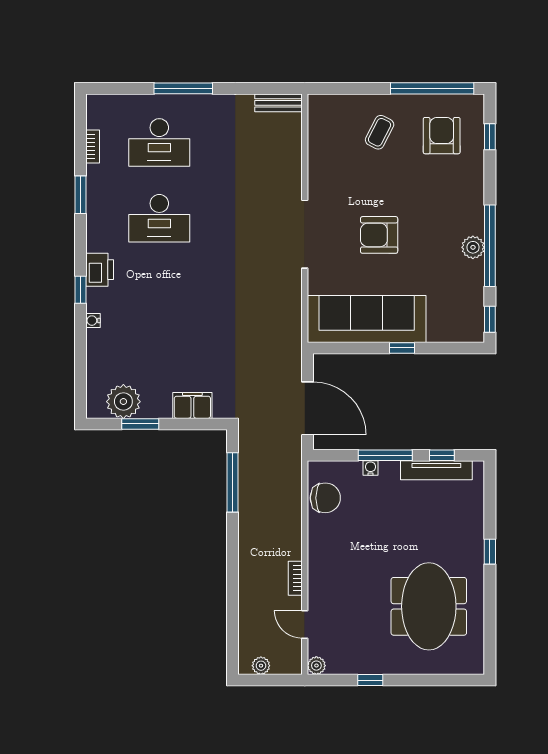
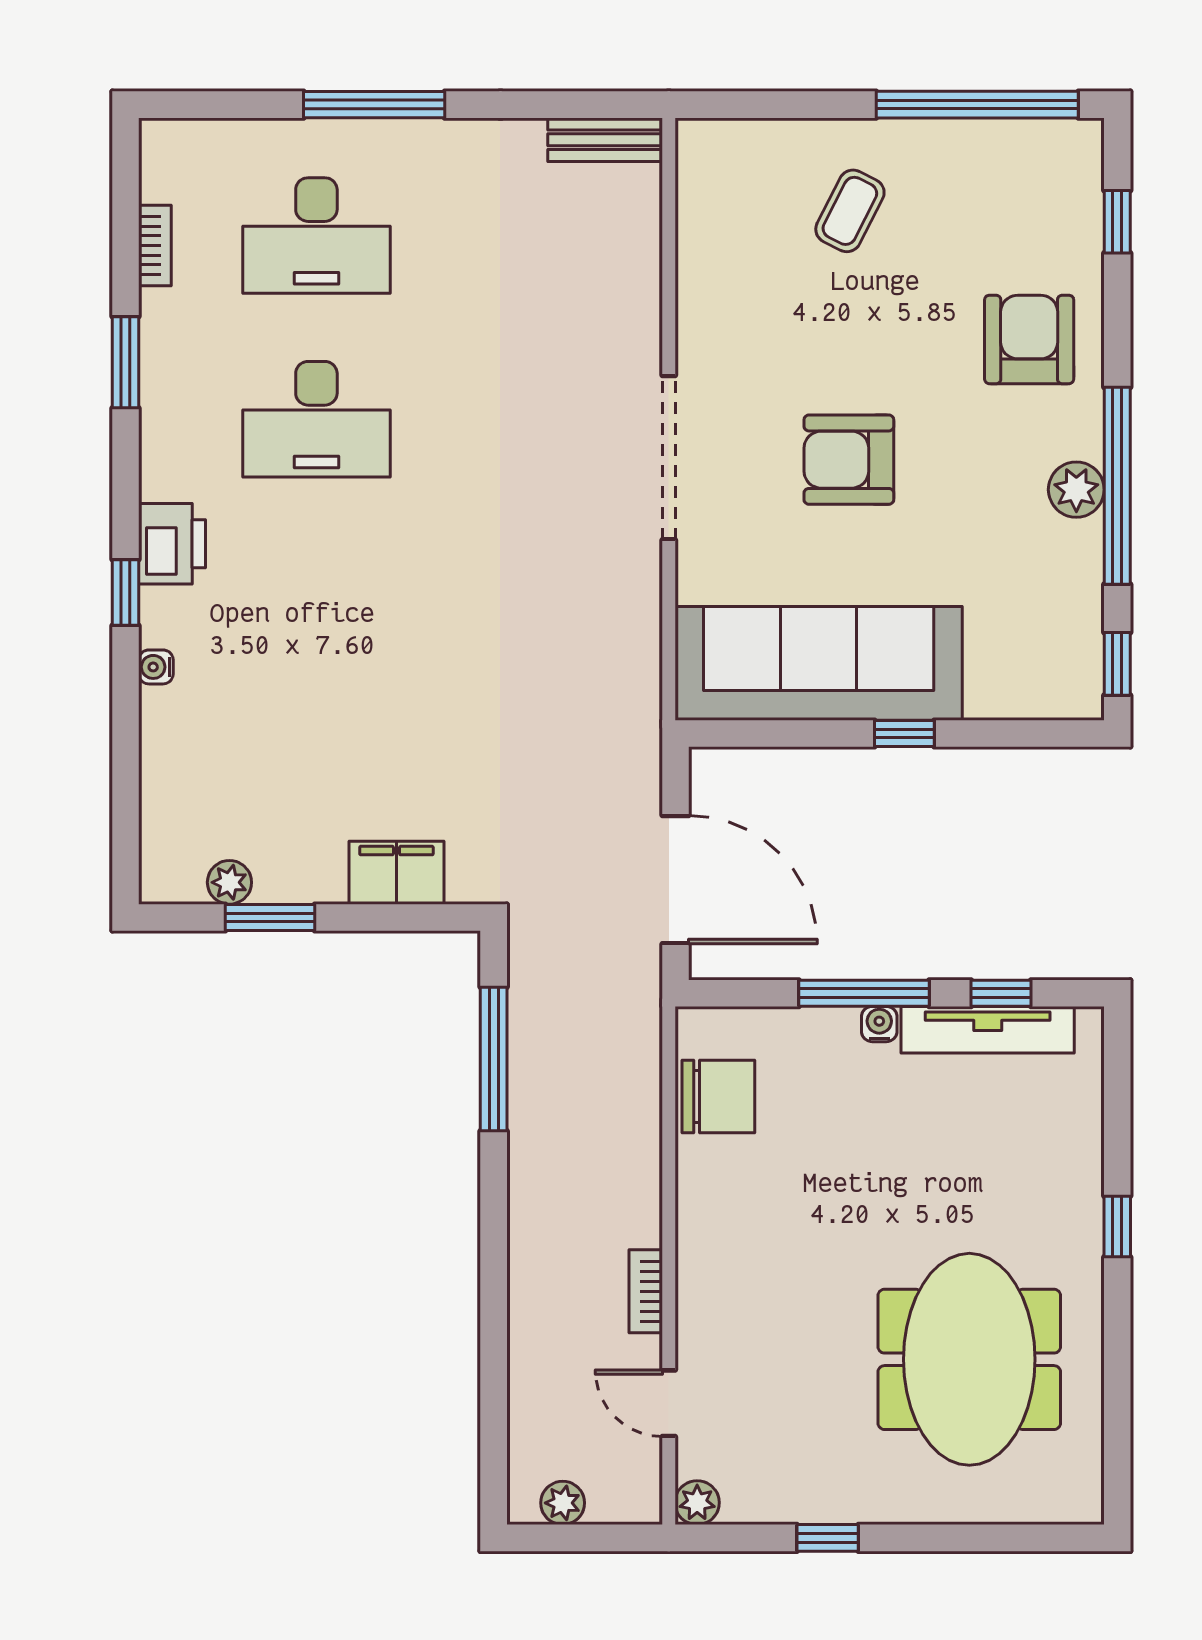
armchair: (442, 136) -> (1029, 339), moved
plant: (123, 402) -> (229, 882), width x0.53, depth x0.53
water cooler: (370, 468) -> (879, 1024), moved

